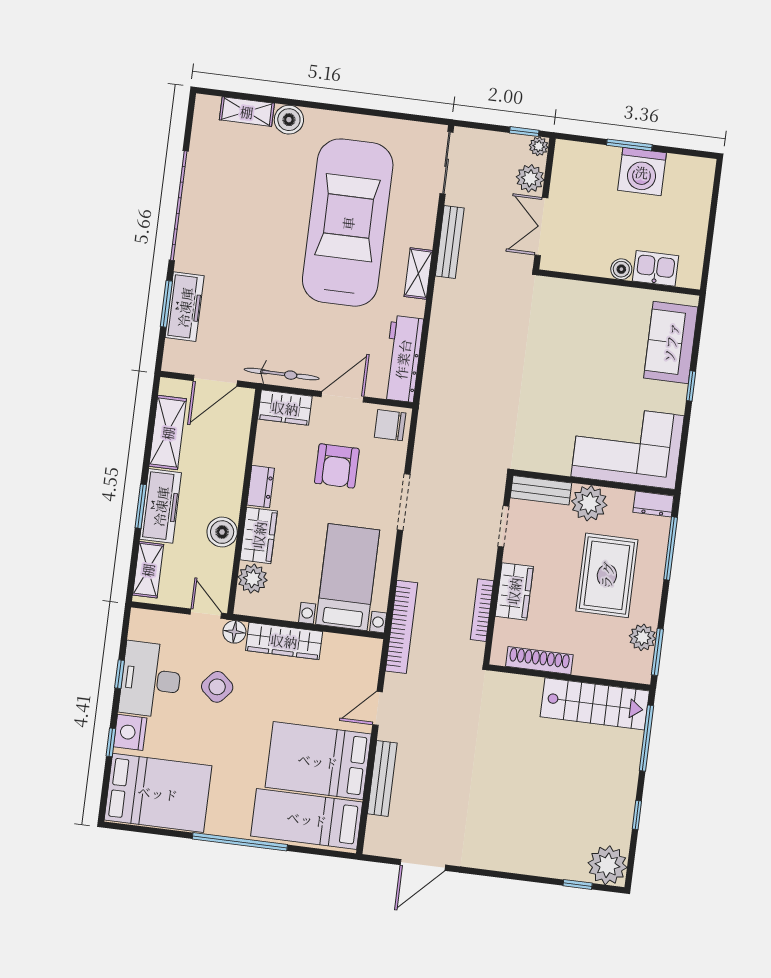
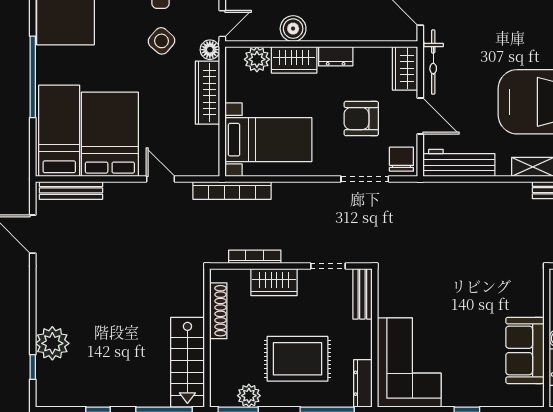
sofa: (671, 342) -> (525, 350), moved, turned -90
doorway: (404, 502) -> (365, 179), moved
plant: (589, 503) -> (357, 336), removed
dresser: (653, 504) -> (363, 383), width x1.44
bench: (382, 778) -> (71, 190), moved
plant: (607, 865) -> (52, 343), moved

